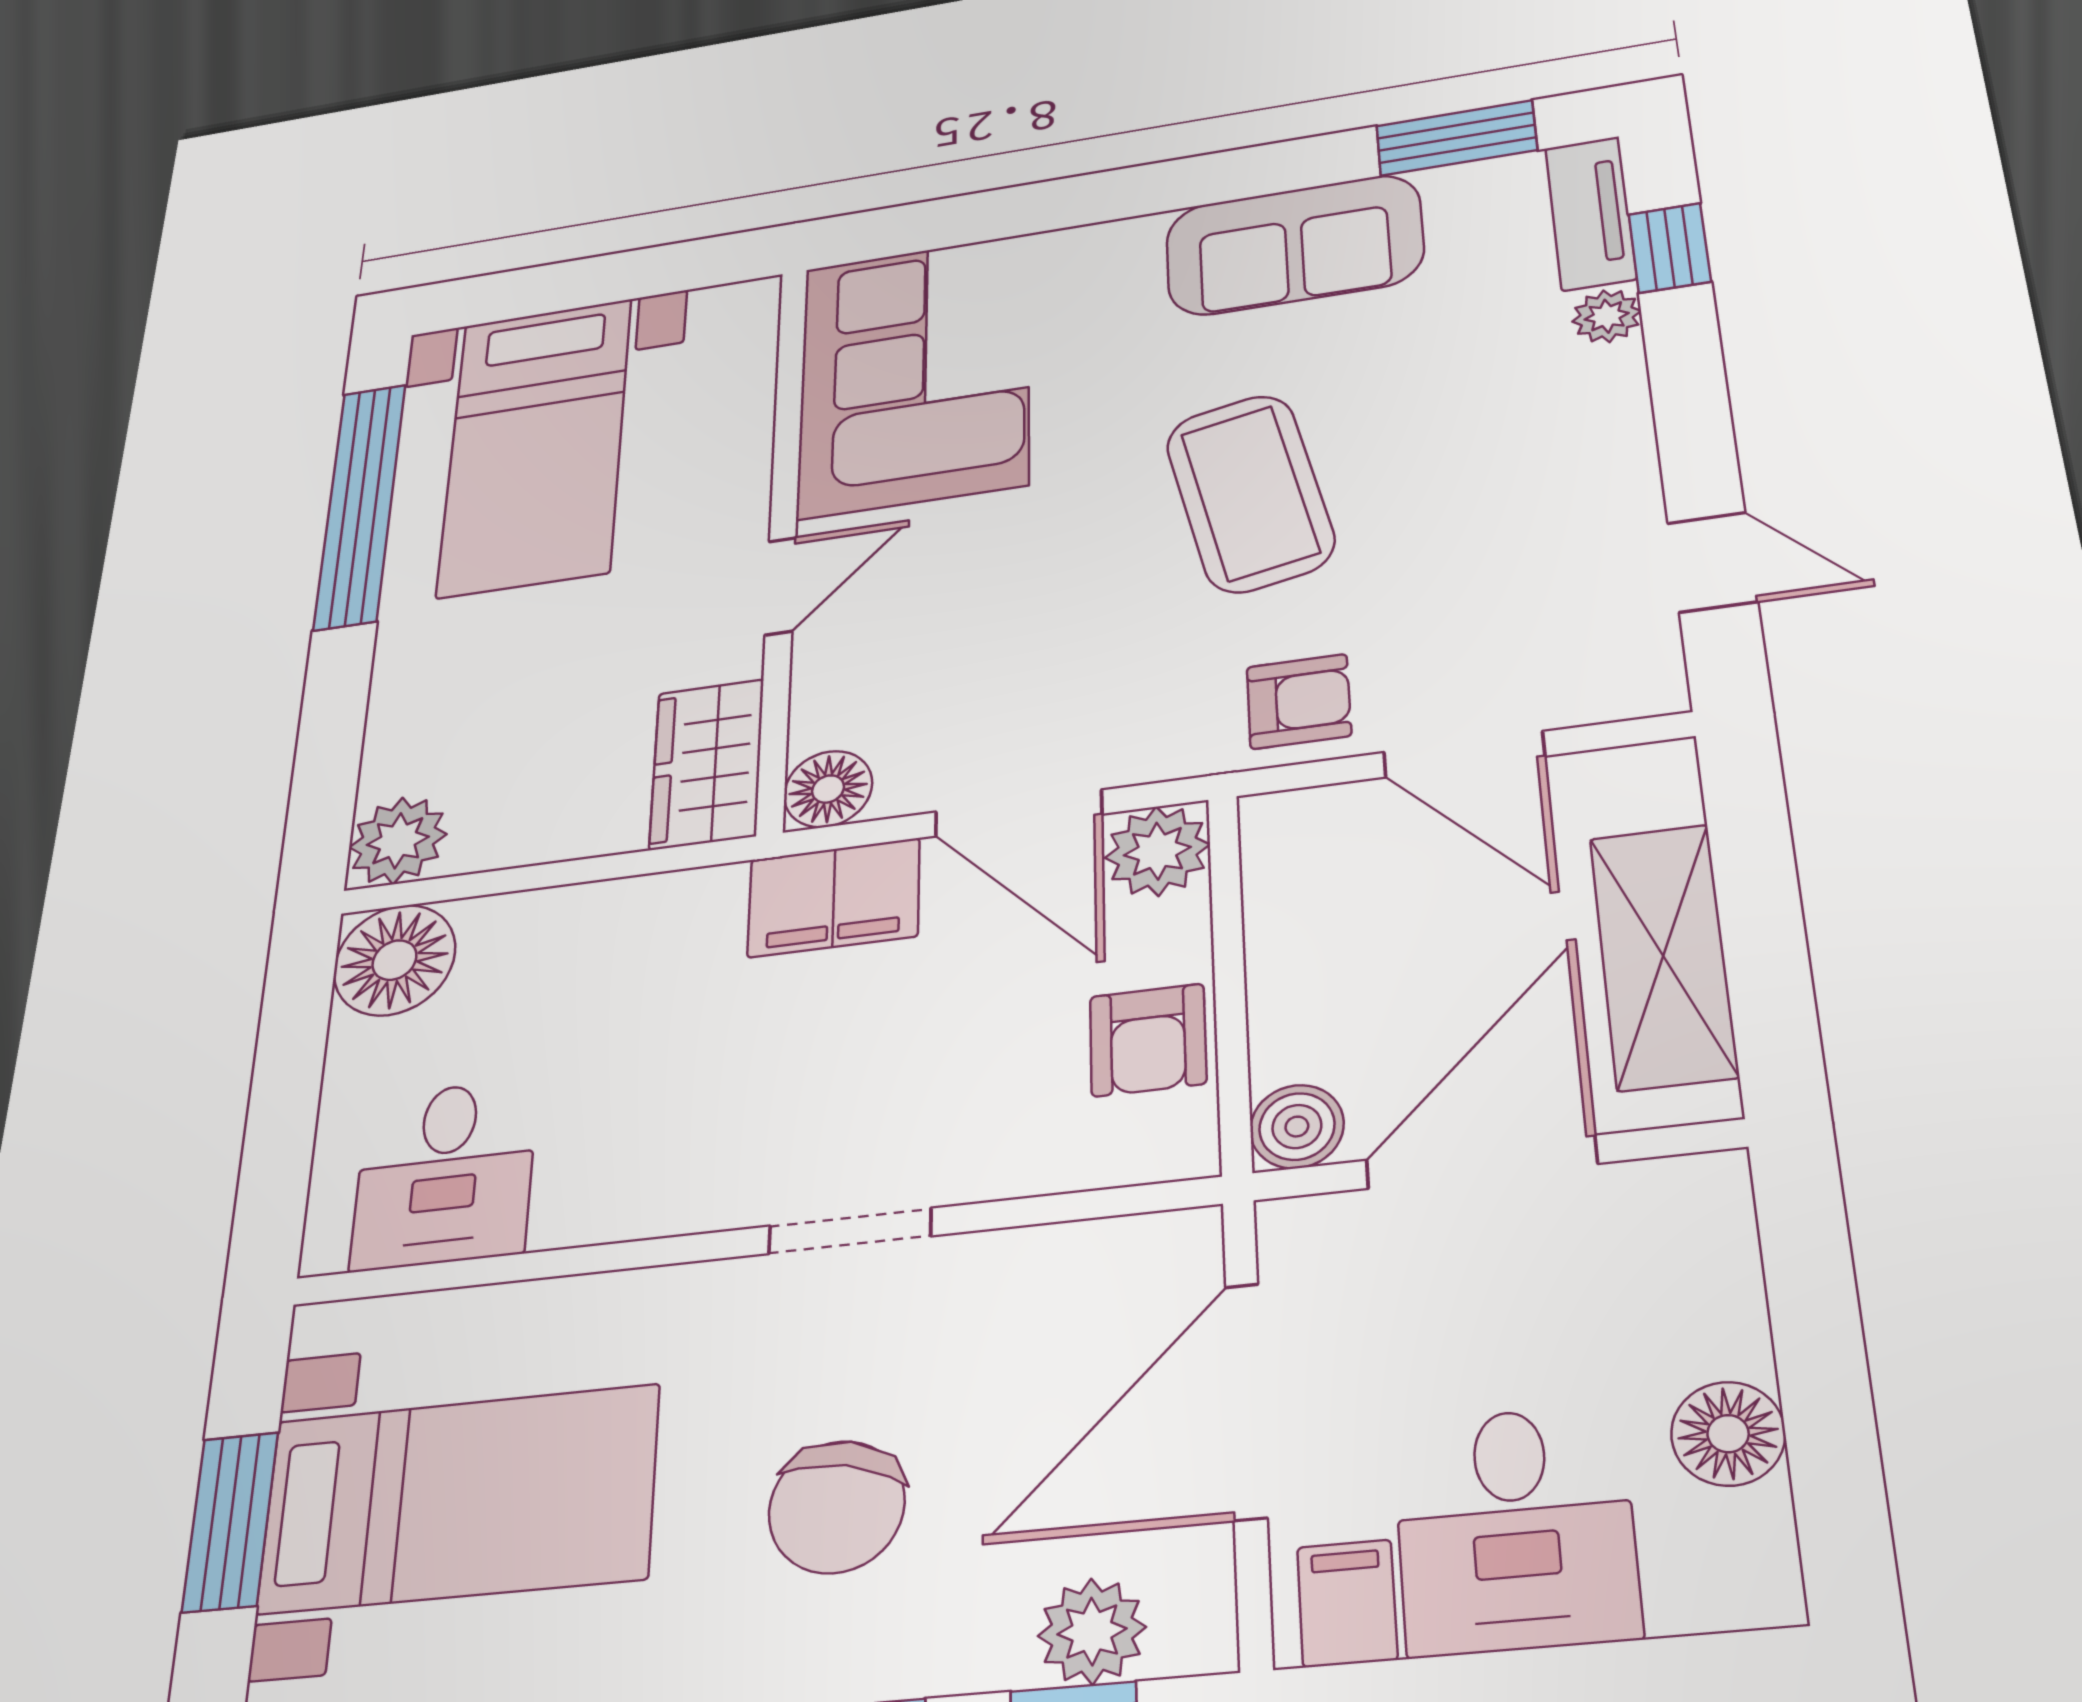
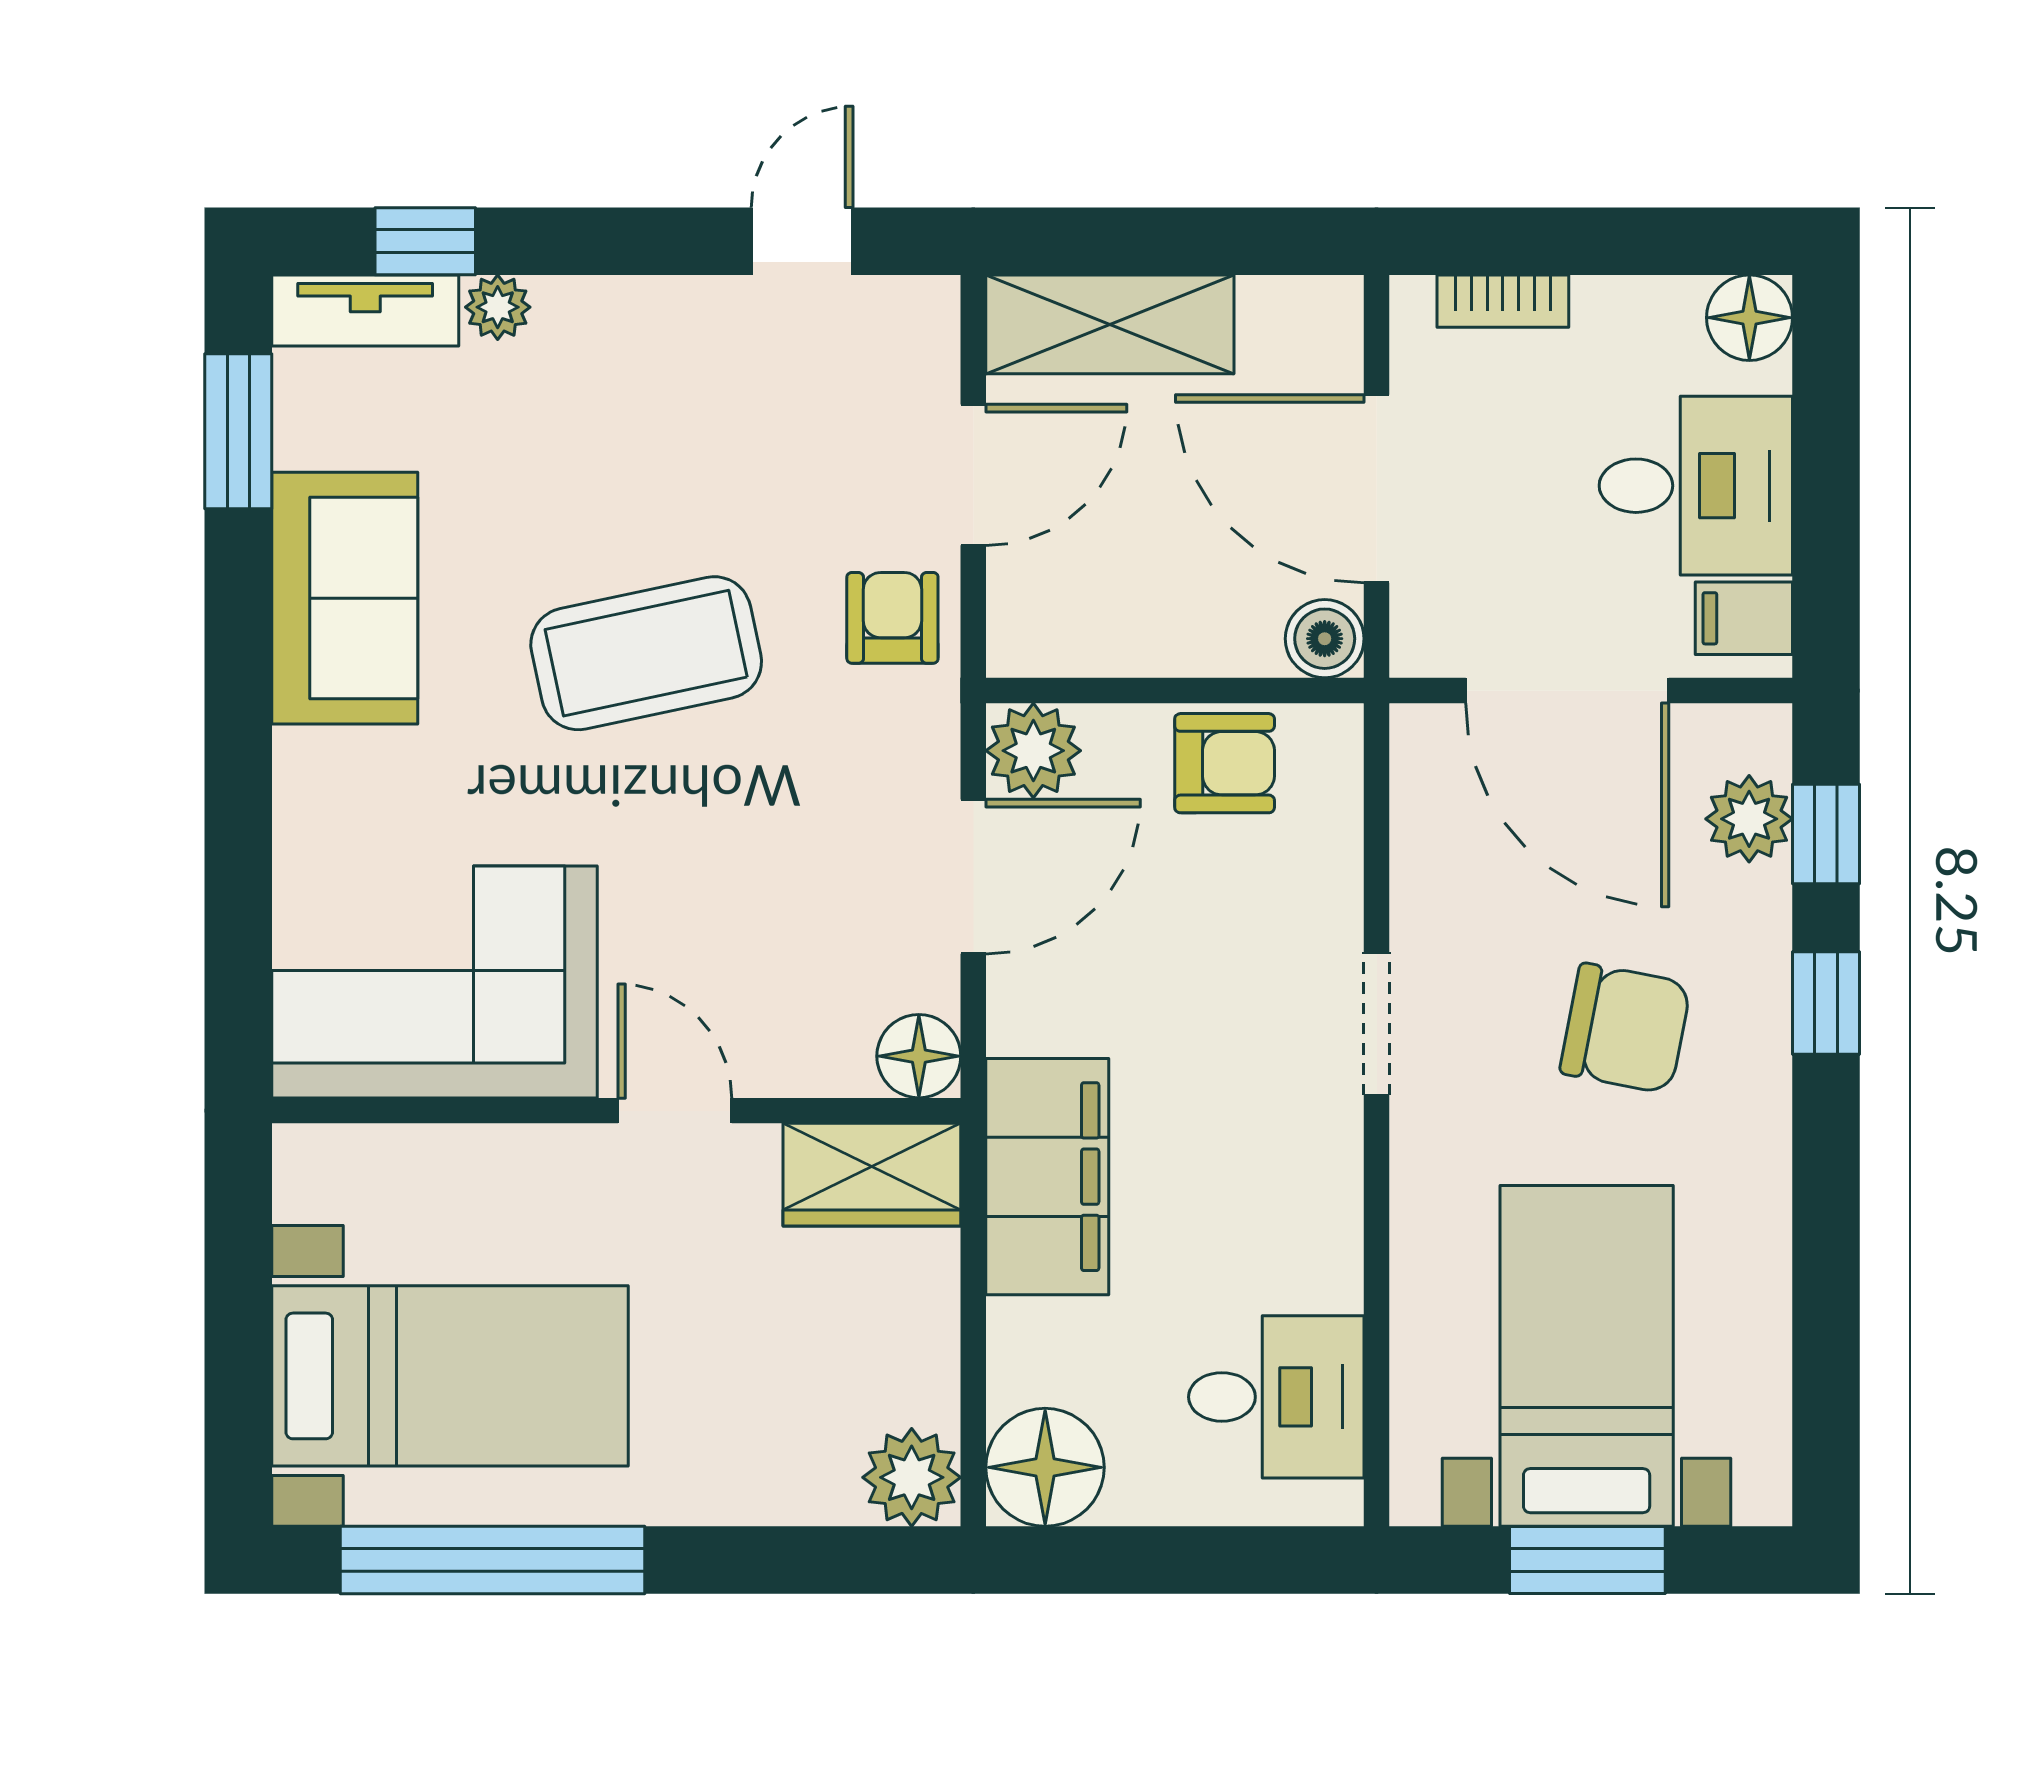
filing cabinet: (834, 898) -> (1047, 1177), moved, width x1.50, depth x1.17
shelving: (1663, 956) -> (1110, 324), moved
bookcase: (1731, 1278) -> (1503, 301), added
floor lamp: (1728, 1434) -> (1749, 318), moved

